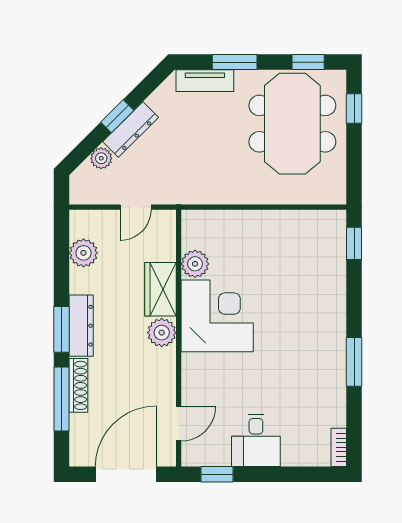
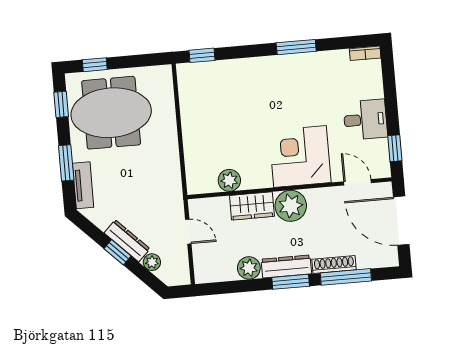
plant: (83, 253) -> (249, 268), moved
corner desk: (217, 316) -> (300, 156), moved
plant: (162, 333) -> (291, 206), width x1.36, depth x1.36

